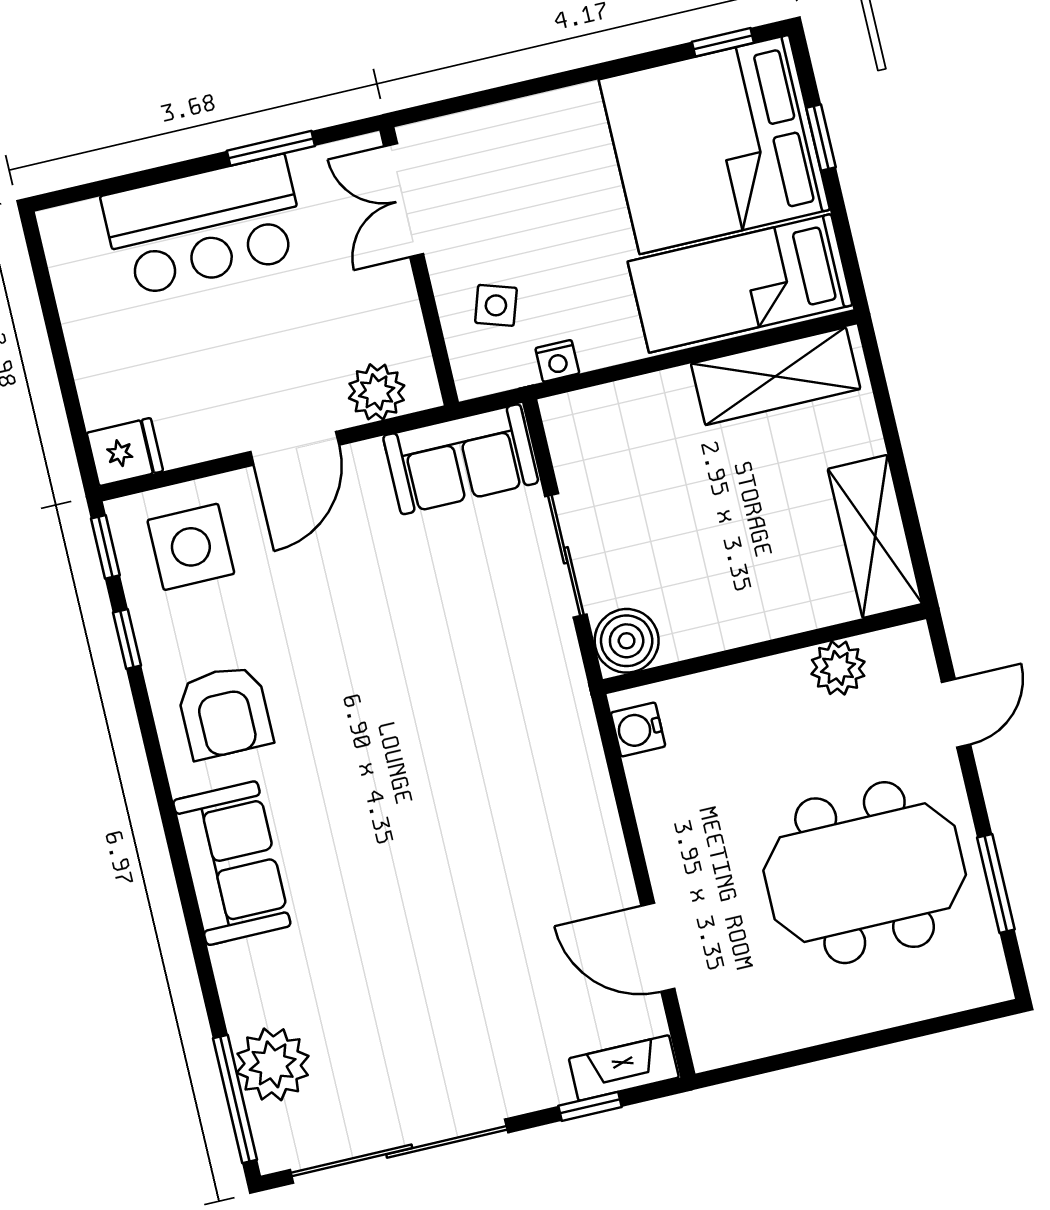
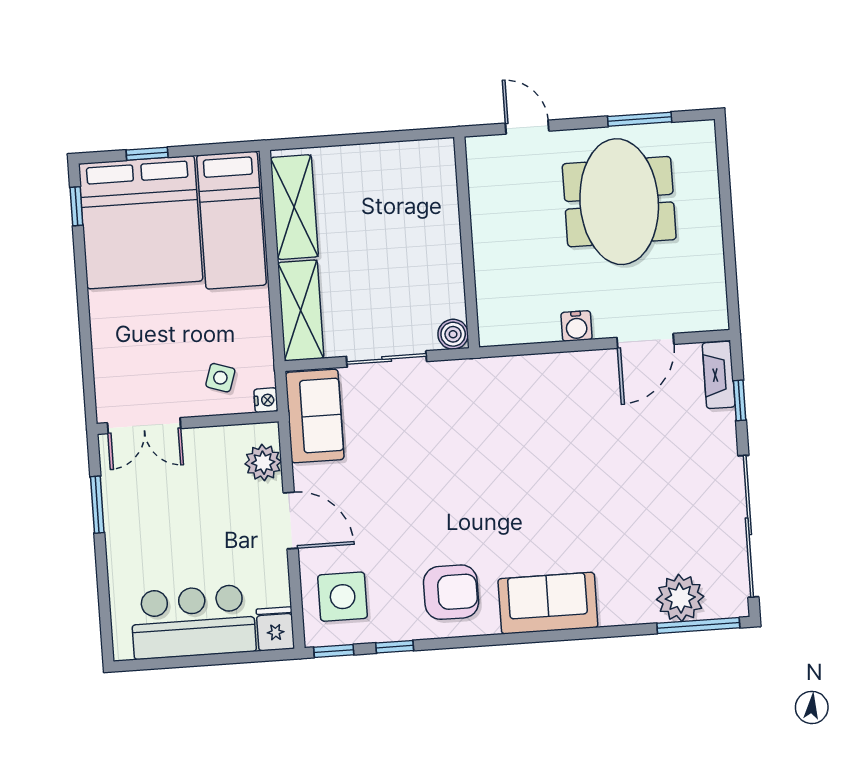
bar counter: (204, 226) -> (193, 622), moved, turned -90
nightstand: (557, 361) -> (266, 400), moved
shelving: (875, 536) -> (301, 310), moved, turned 90
boiler: (627, 641) -> (453, 334), width x0.73, depth x0.73
plant: (838, 668) -> (486, 197), removed
water cooler: (638, 730) -> (576, 326), moved

